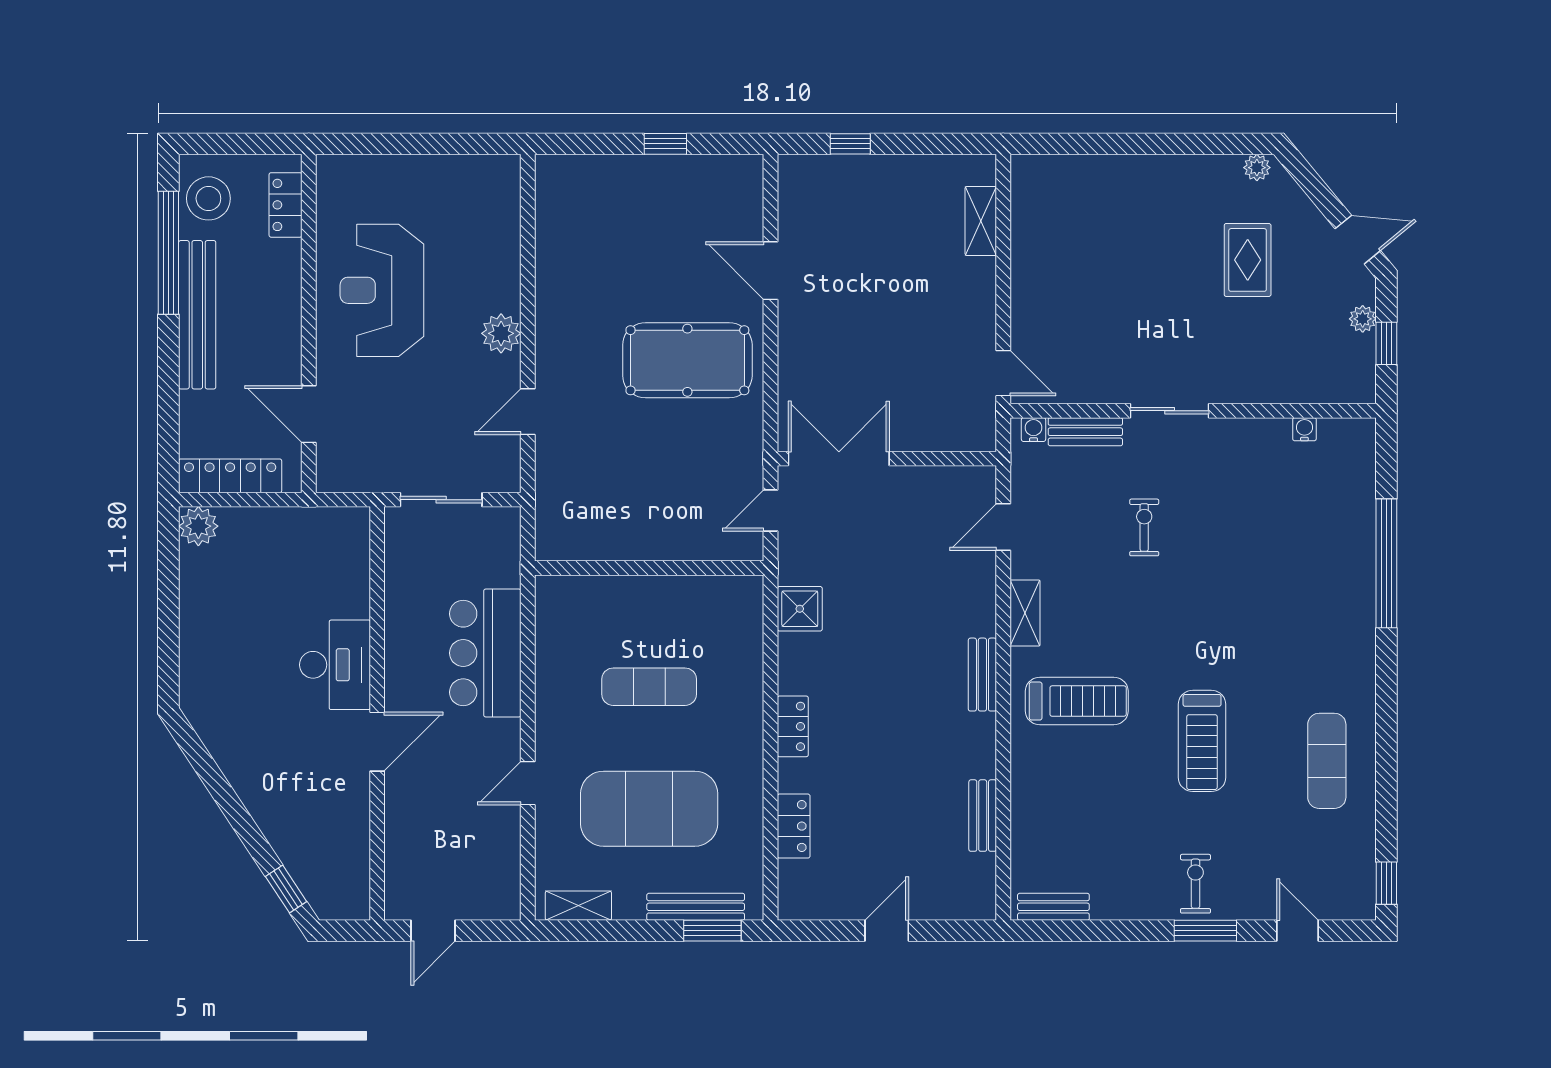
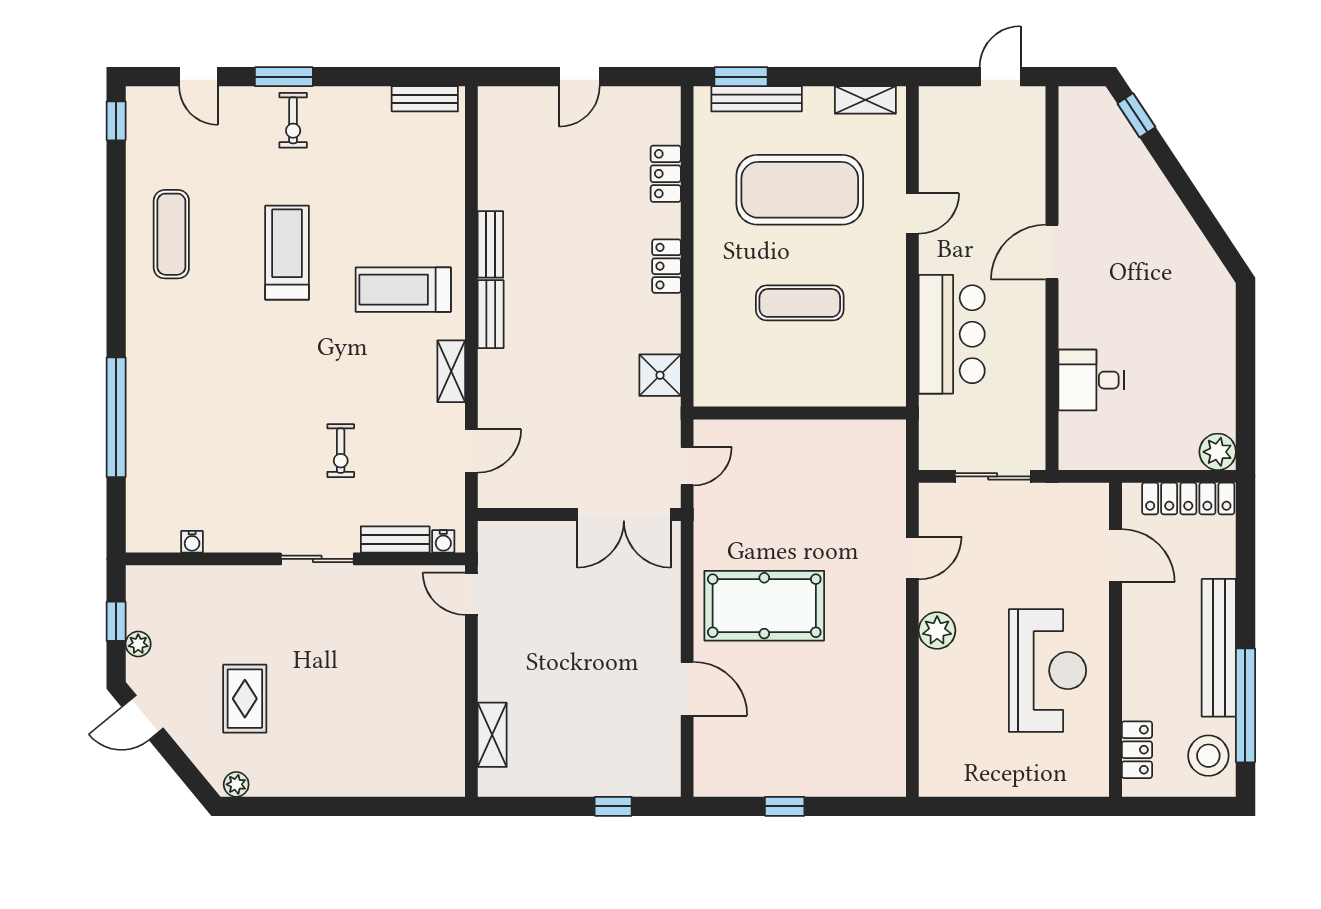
desk: (335, 665) -> (1091, 380), moved, width x0.73
bench: (983, 816) -> (490, 244), moved

